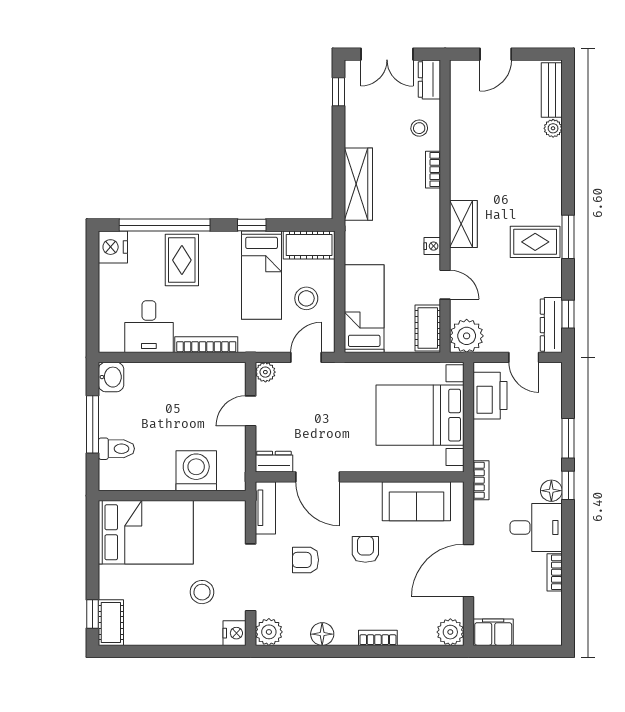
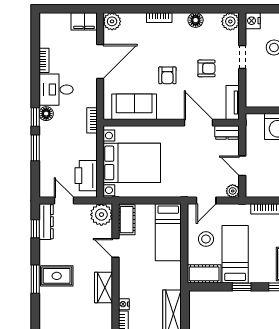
nightstand: (432, 246) -> (124, 304), moved
door: (251, 411) -> (242, 166), swing flipped
doorway: (251, 577) -> (242, 57), width x0.53

